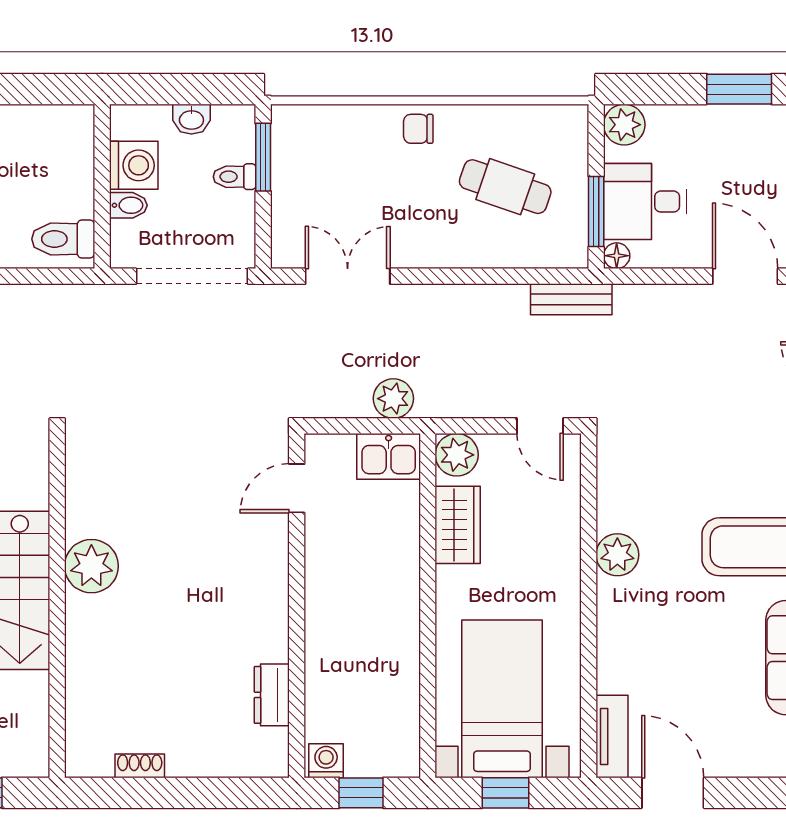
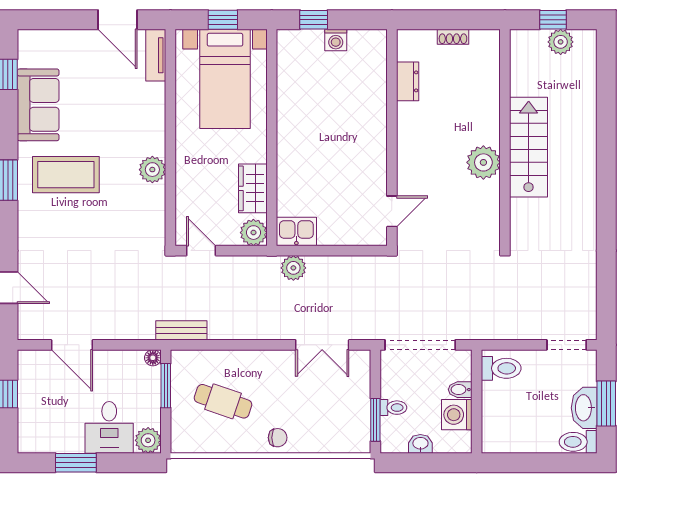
desk: (645, 202) -> (109, 427), moved, turned 90
door: (297, 488) -> (392, 211), moved
wall: (297, 606) -> (392, 138), moved
dresser: (272, 695) -> (408, 81), moved

